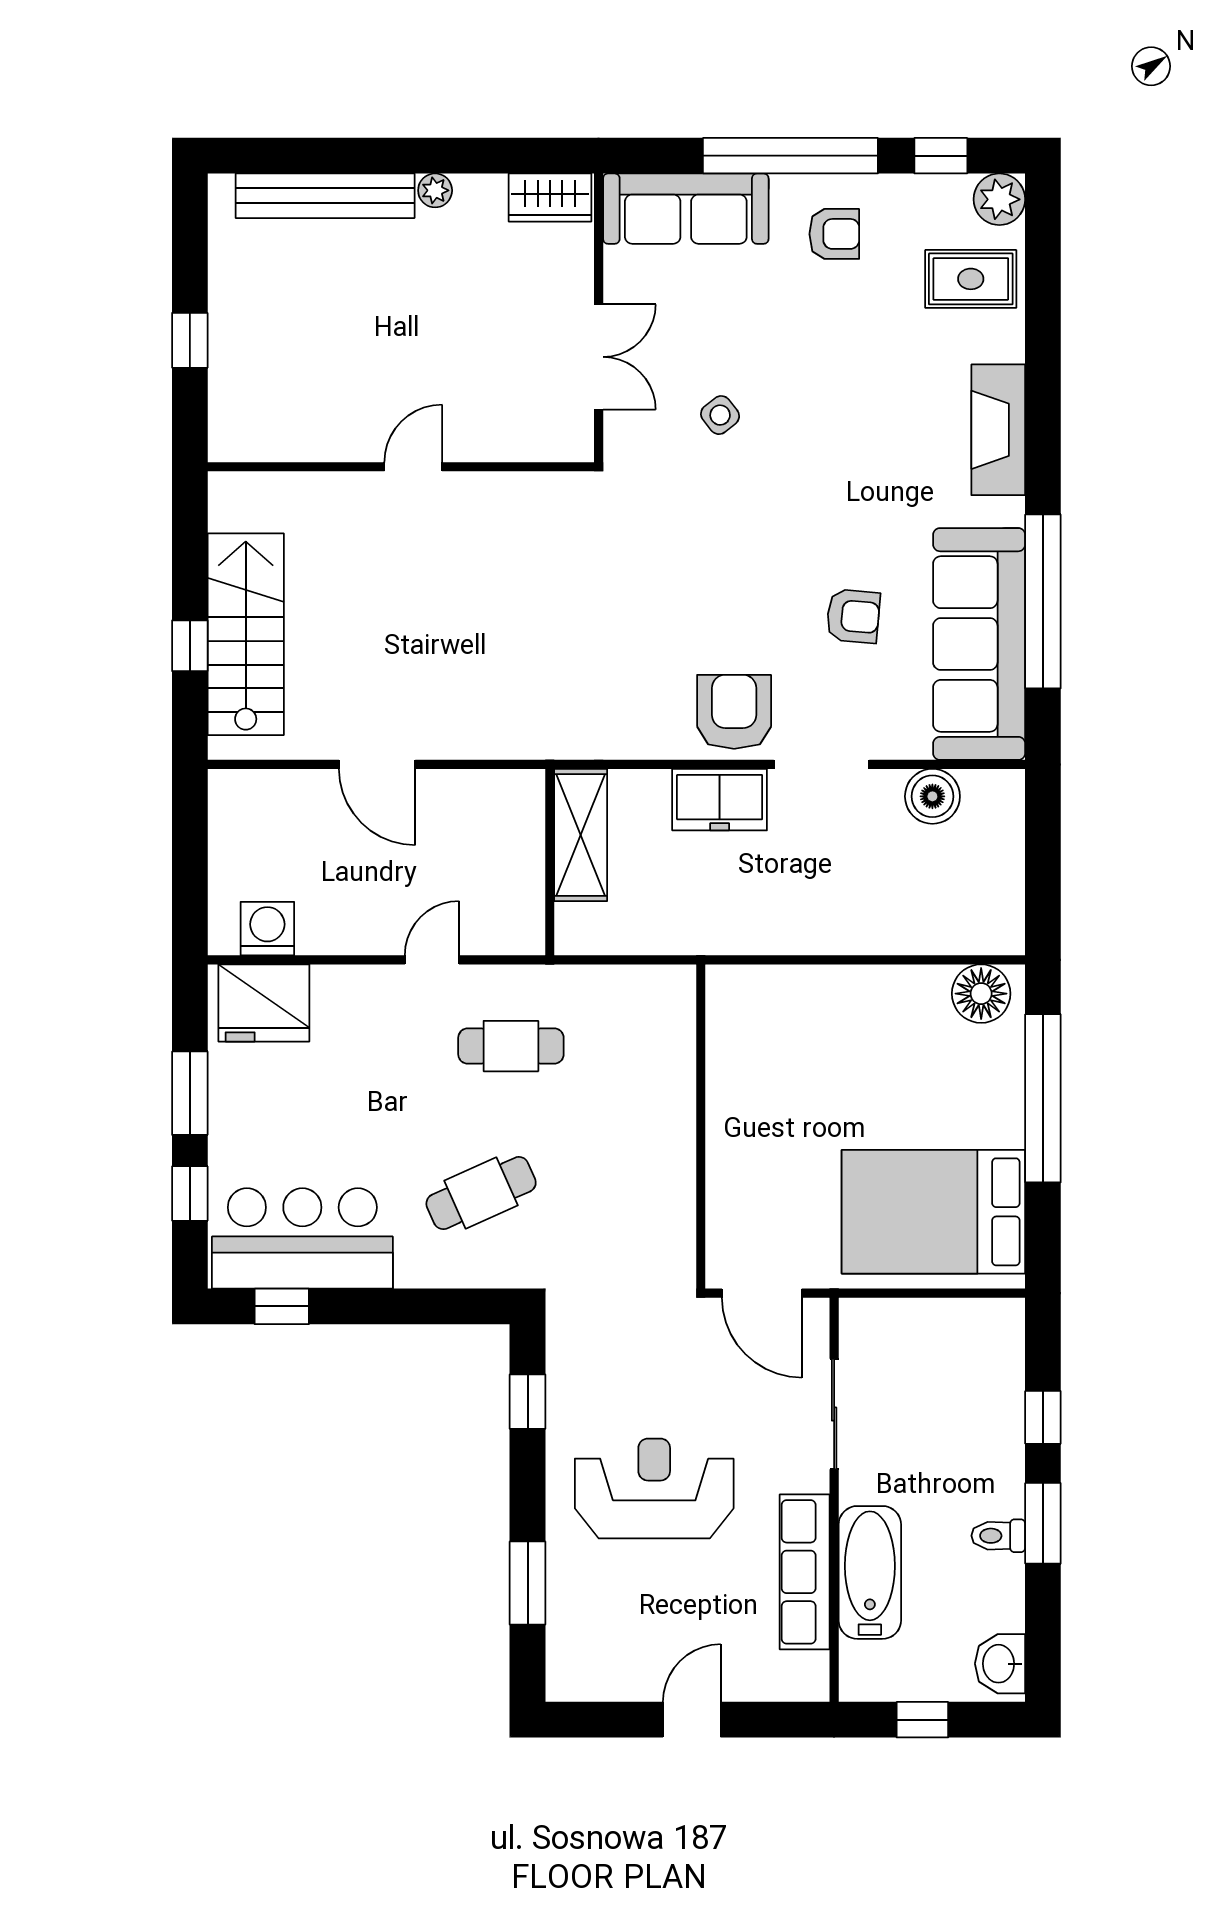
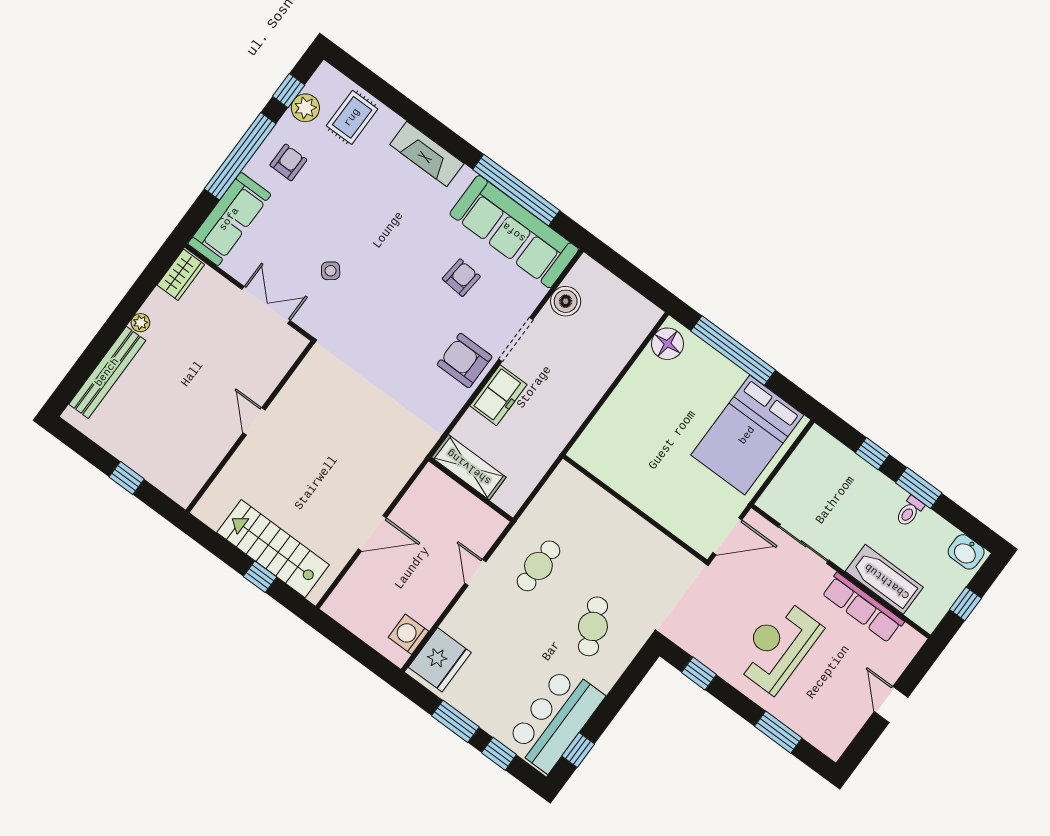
plant: (999, 199) -> (305, 108), moved

